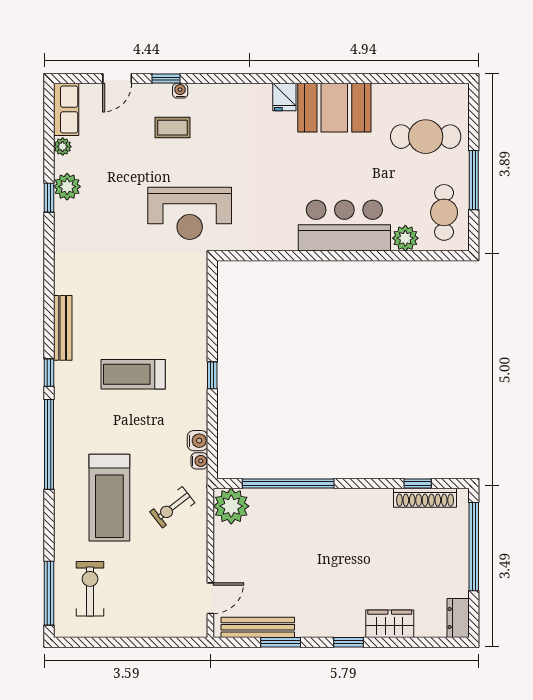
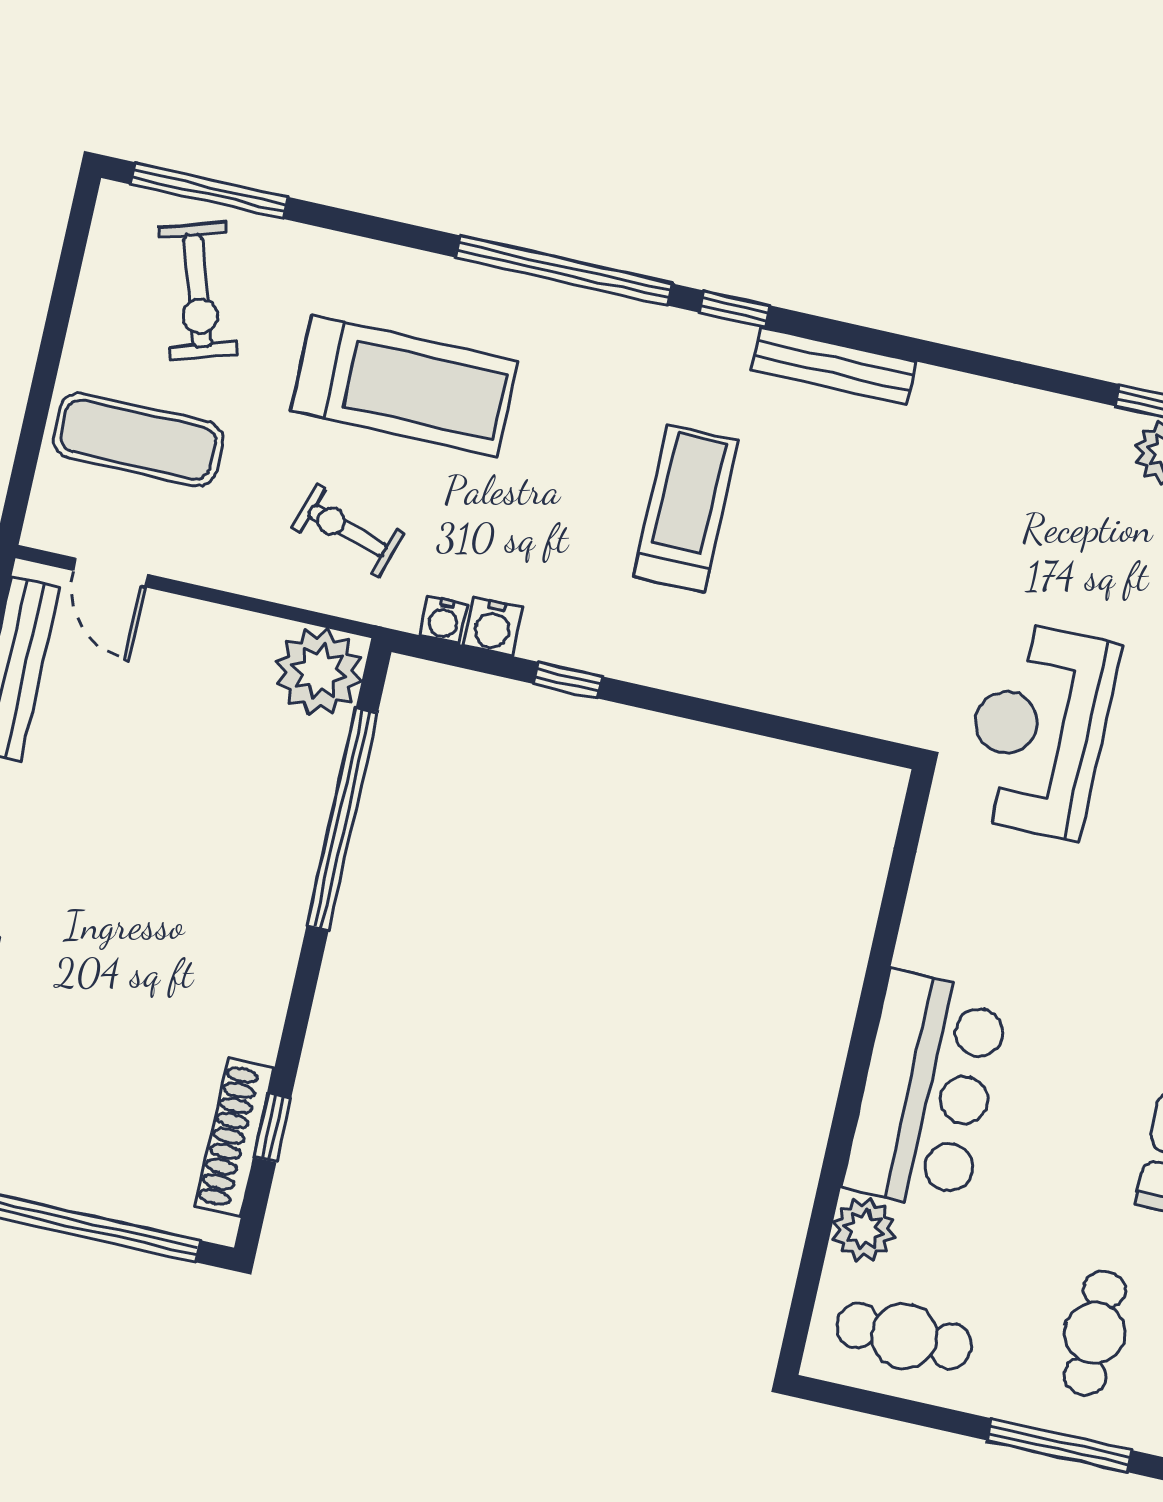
cafe table: (426, 137) -> (1095, 1333), width x0.73, depth x0.74
window: (474, 180) -> (1059, 1445), moved
window: (212, 375) -> (568, 680), moved
treadmill: (109, 498) -> (405, 386), turned 180
exercise bike: (172, 507) -> (348, 531), turned -35
exercise bike: (90, 589) -> (198, 291), turned 72
exercise mat: (155, 599) -> (138, 440), added

